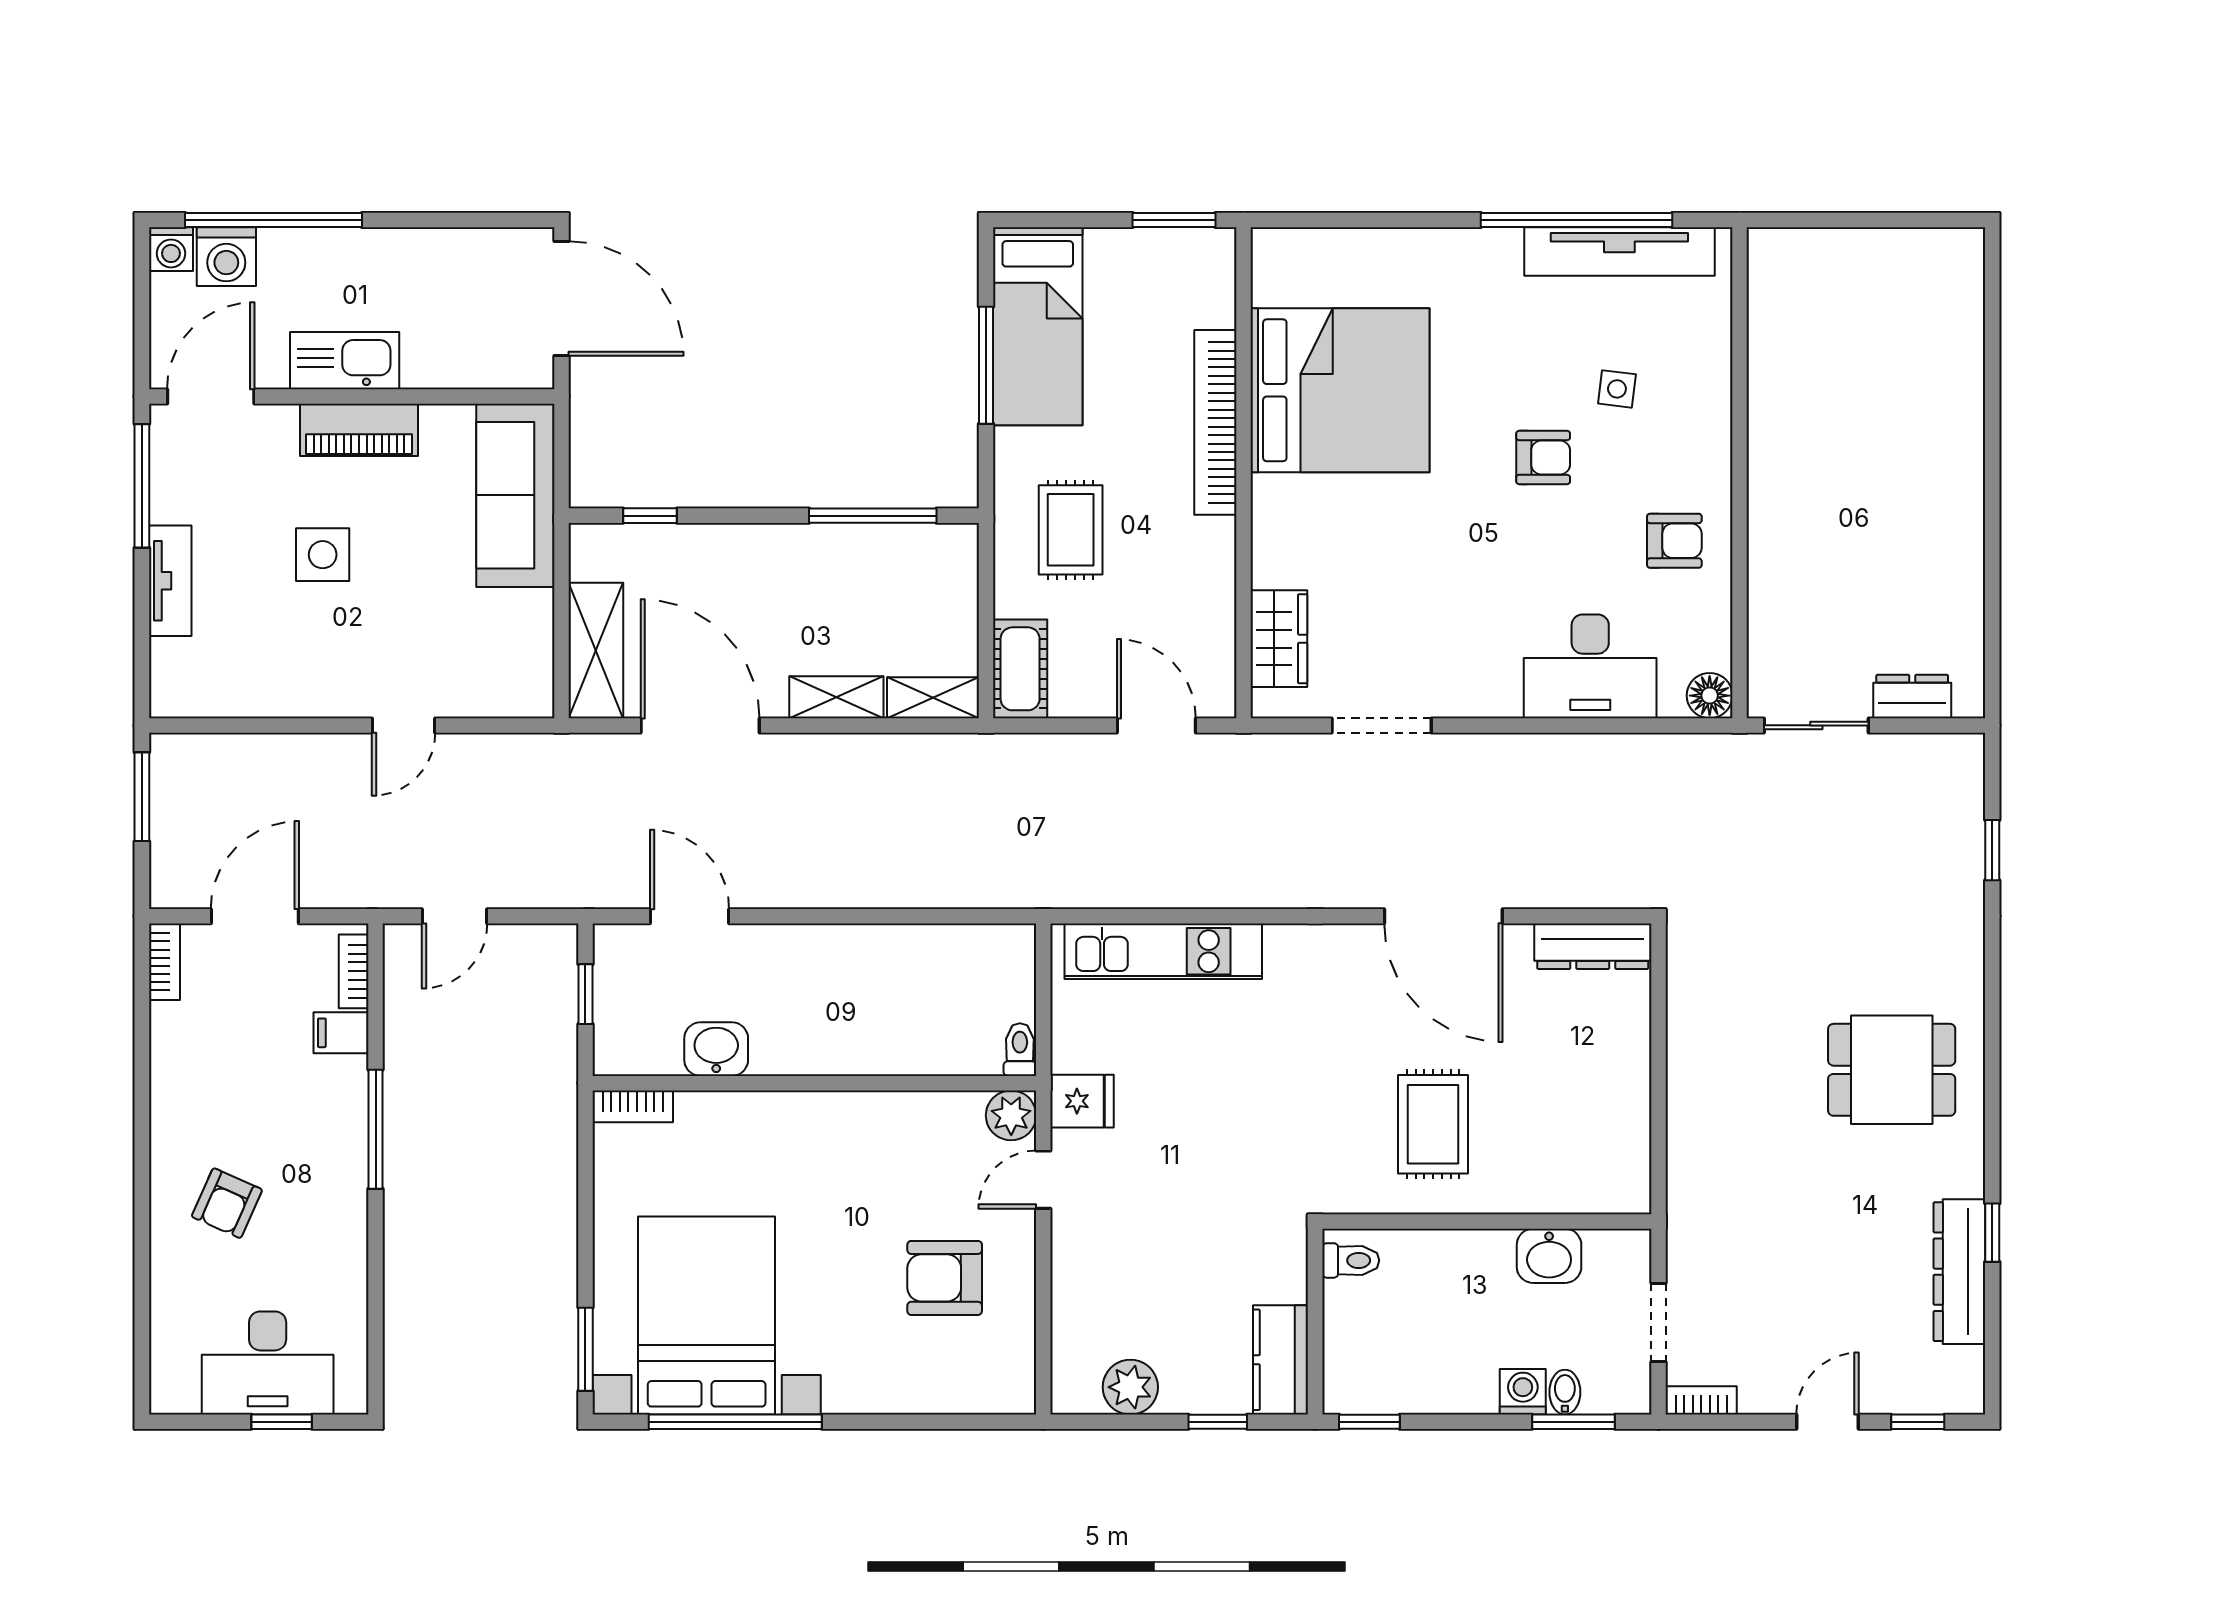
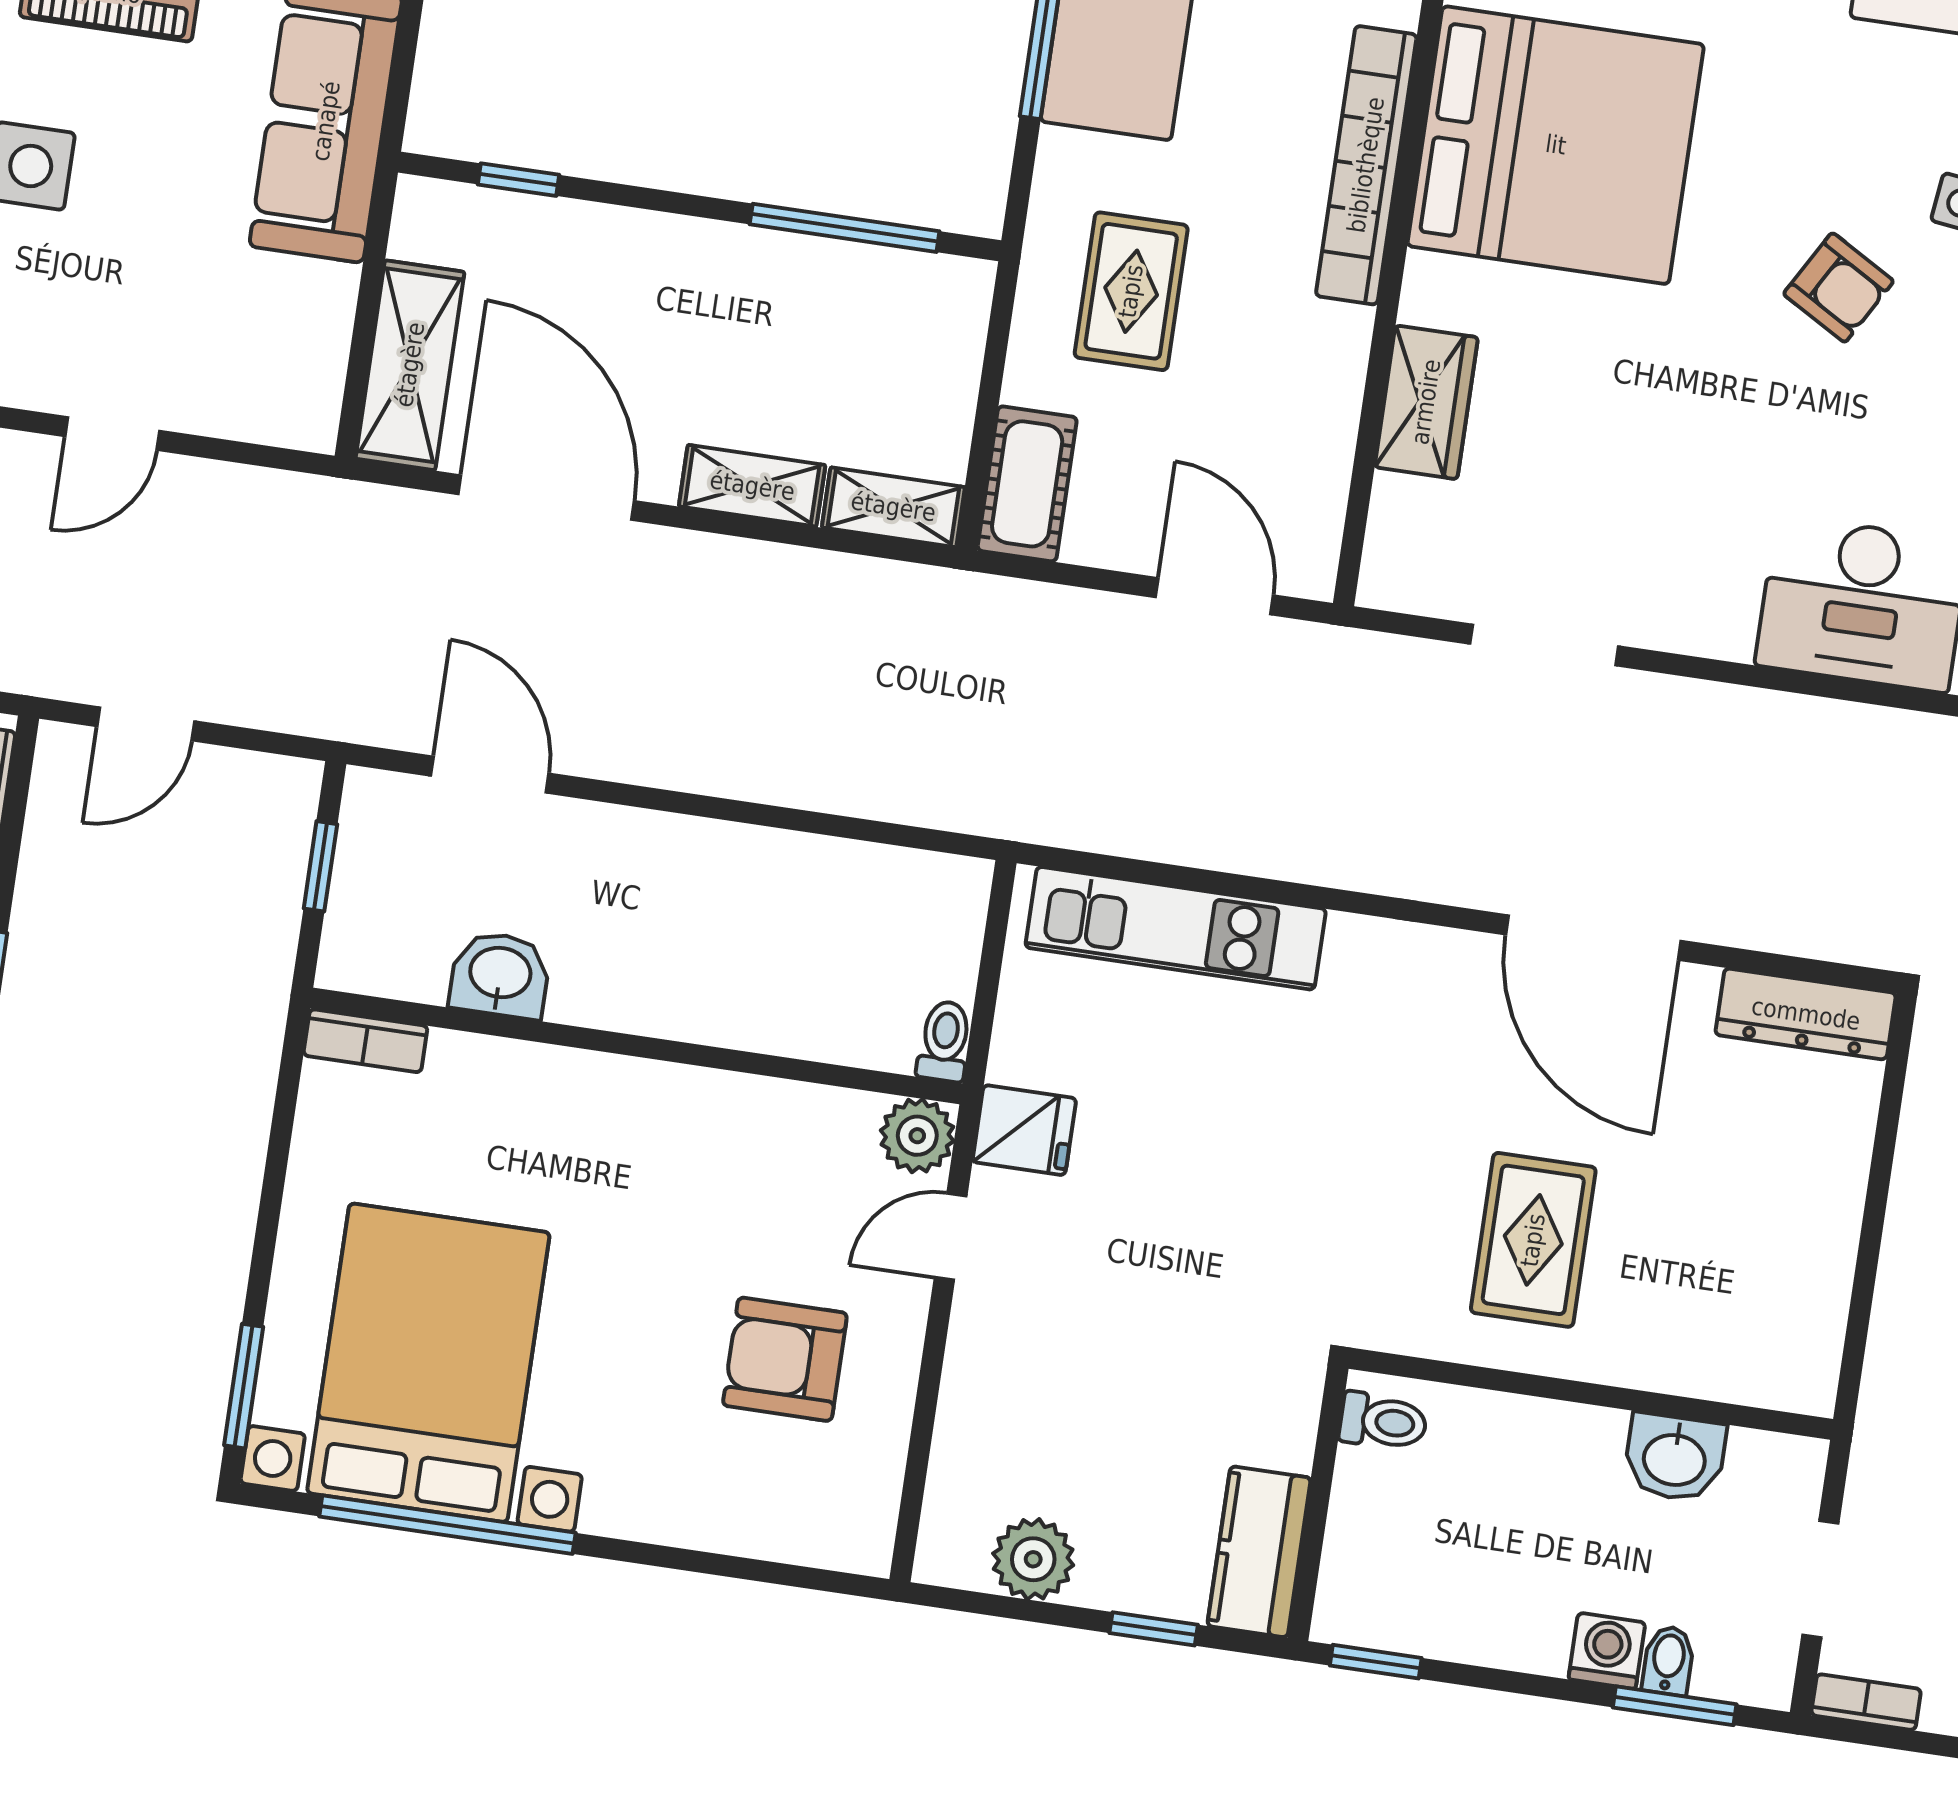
armchair: (1543, 457) -> (1839, 288), turned 30
wardrobe: (1279, 639) -> (1426, 402), moved

